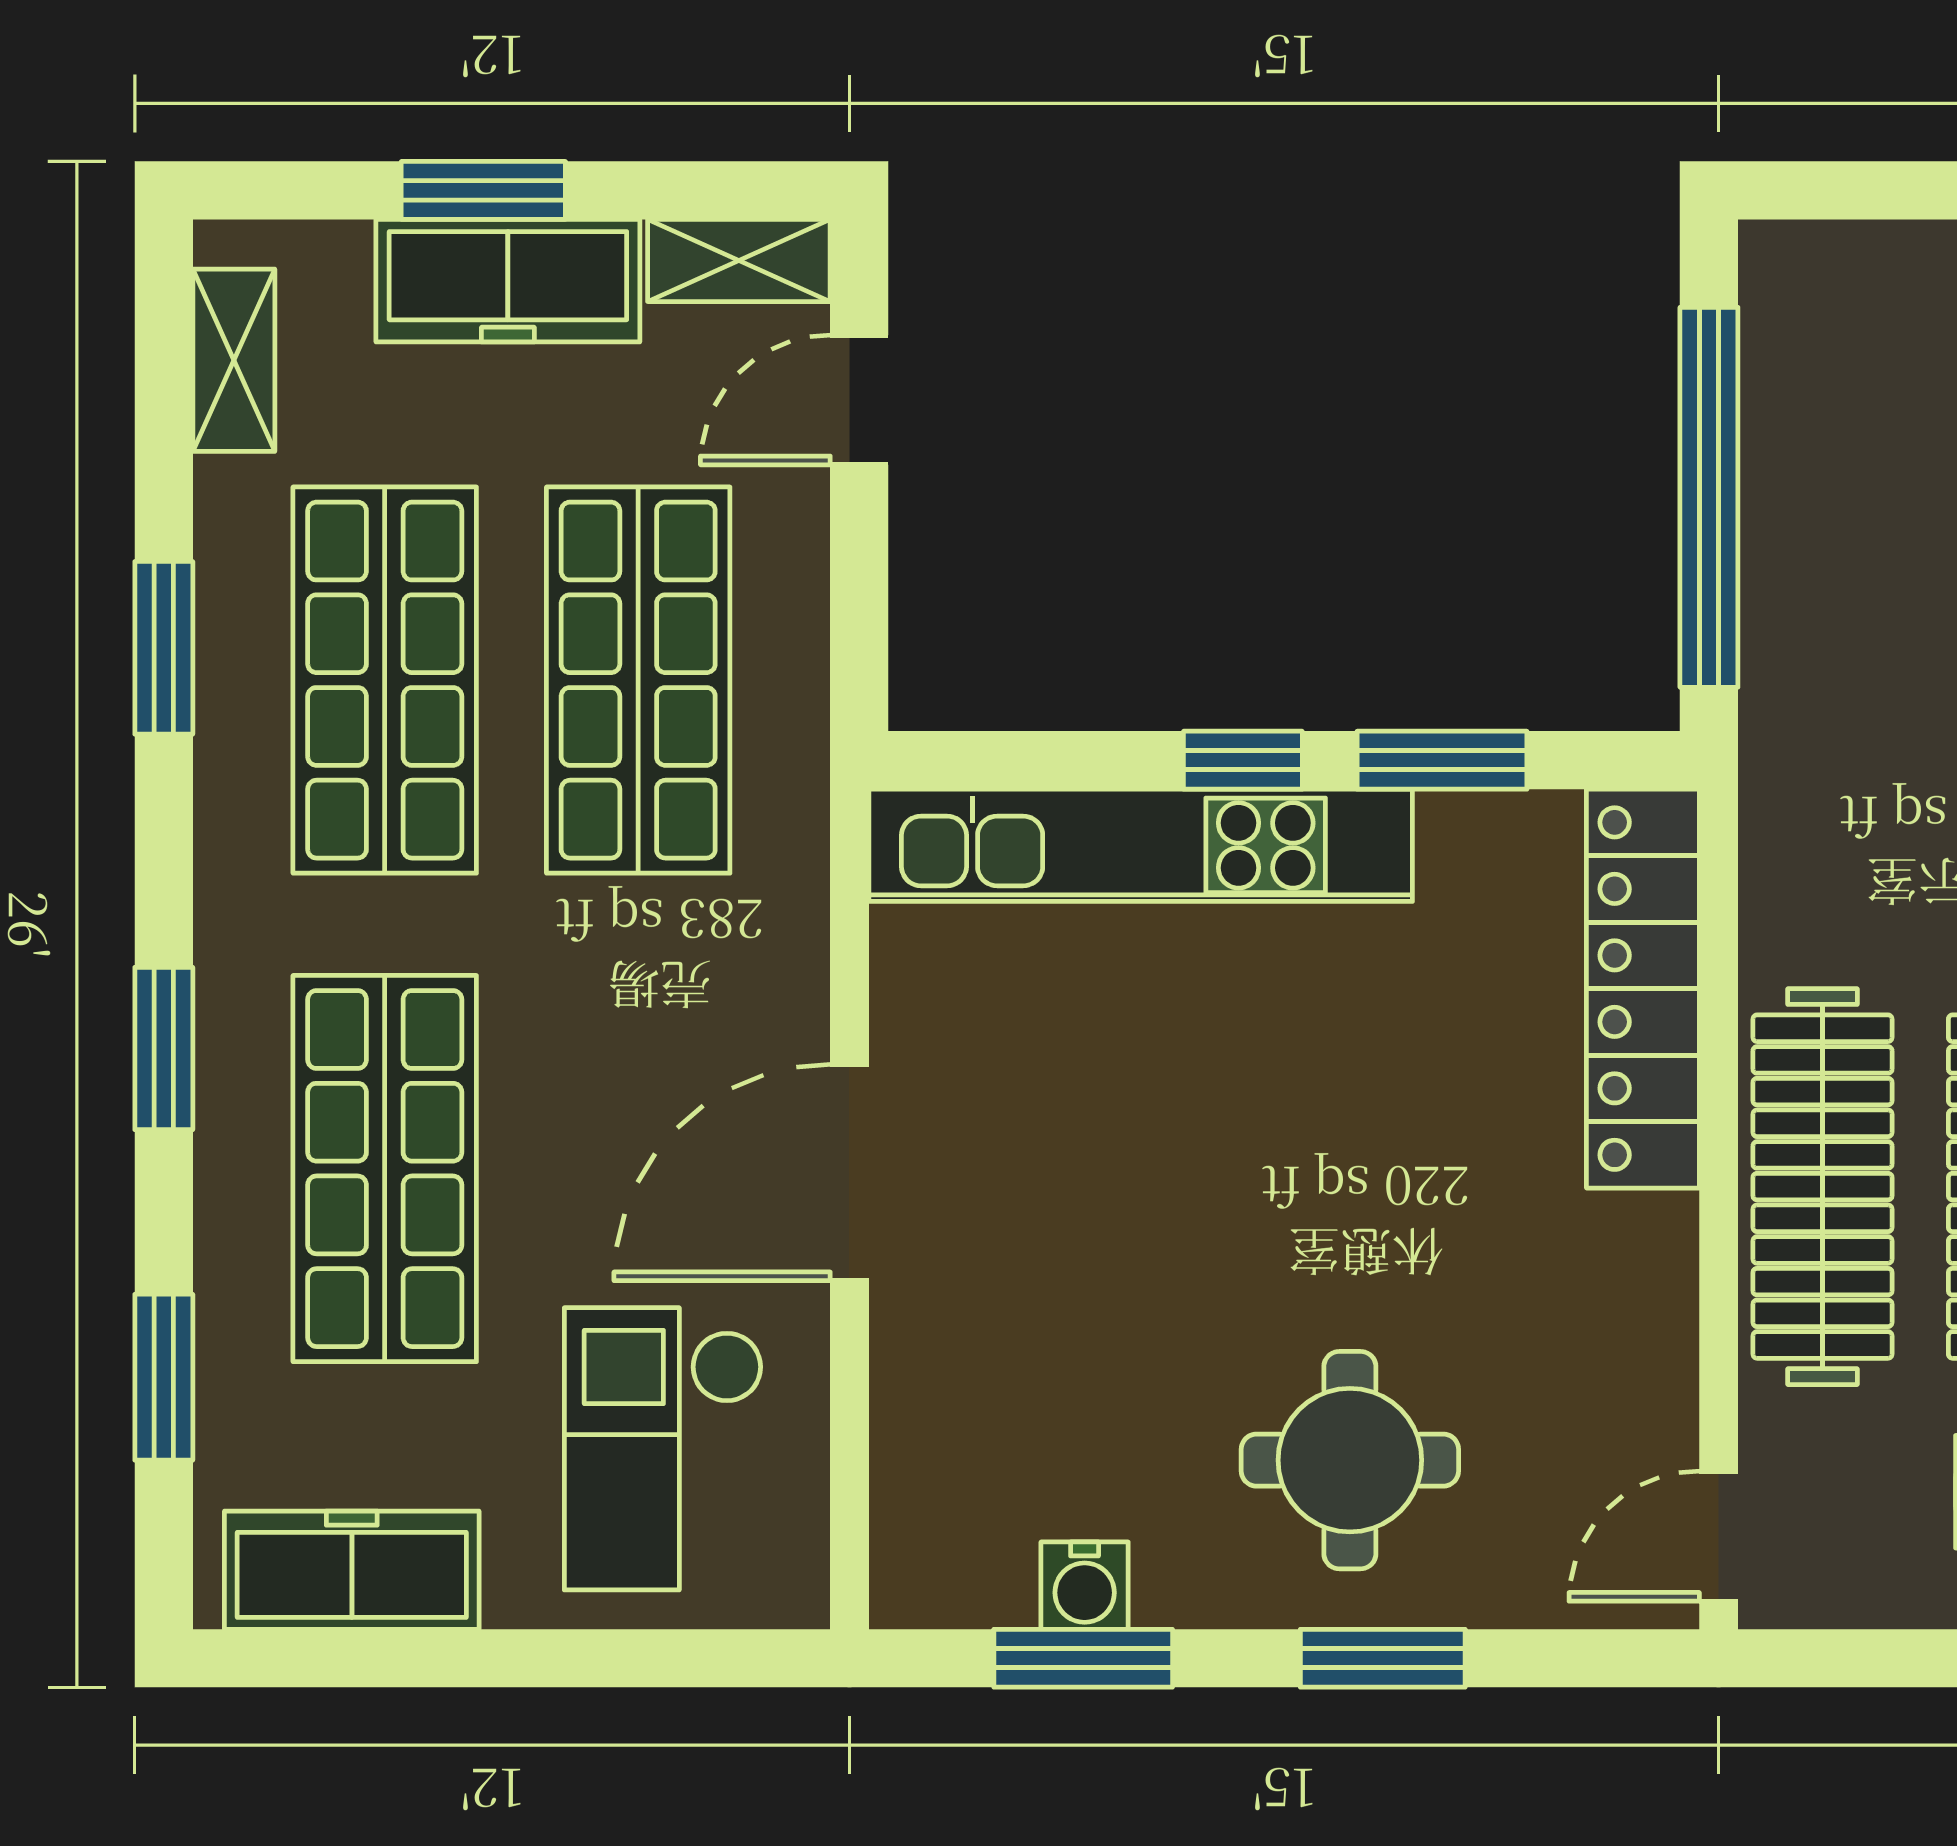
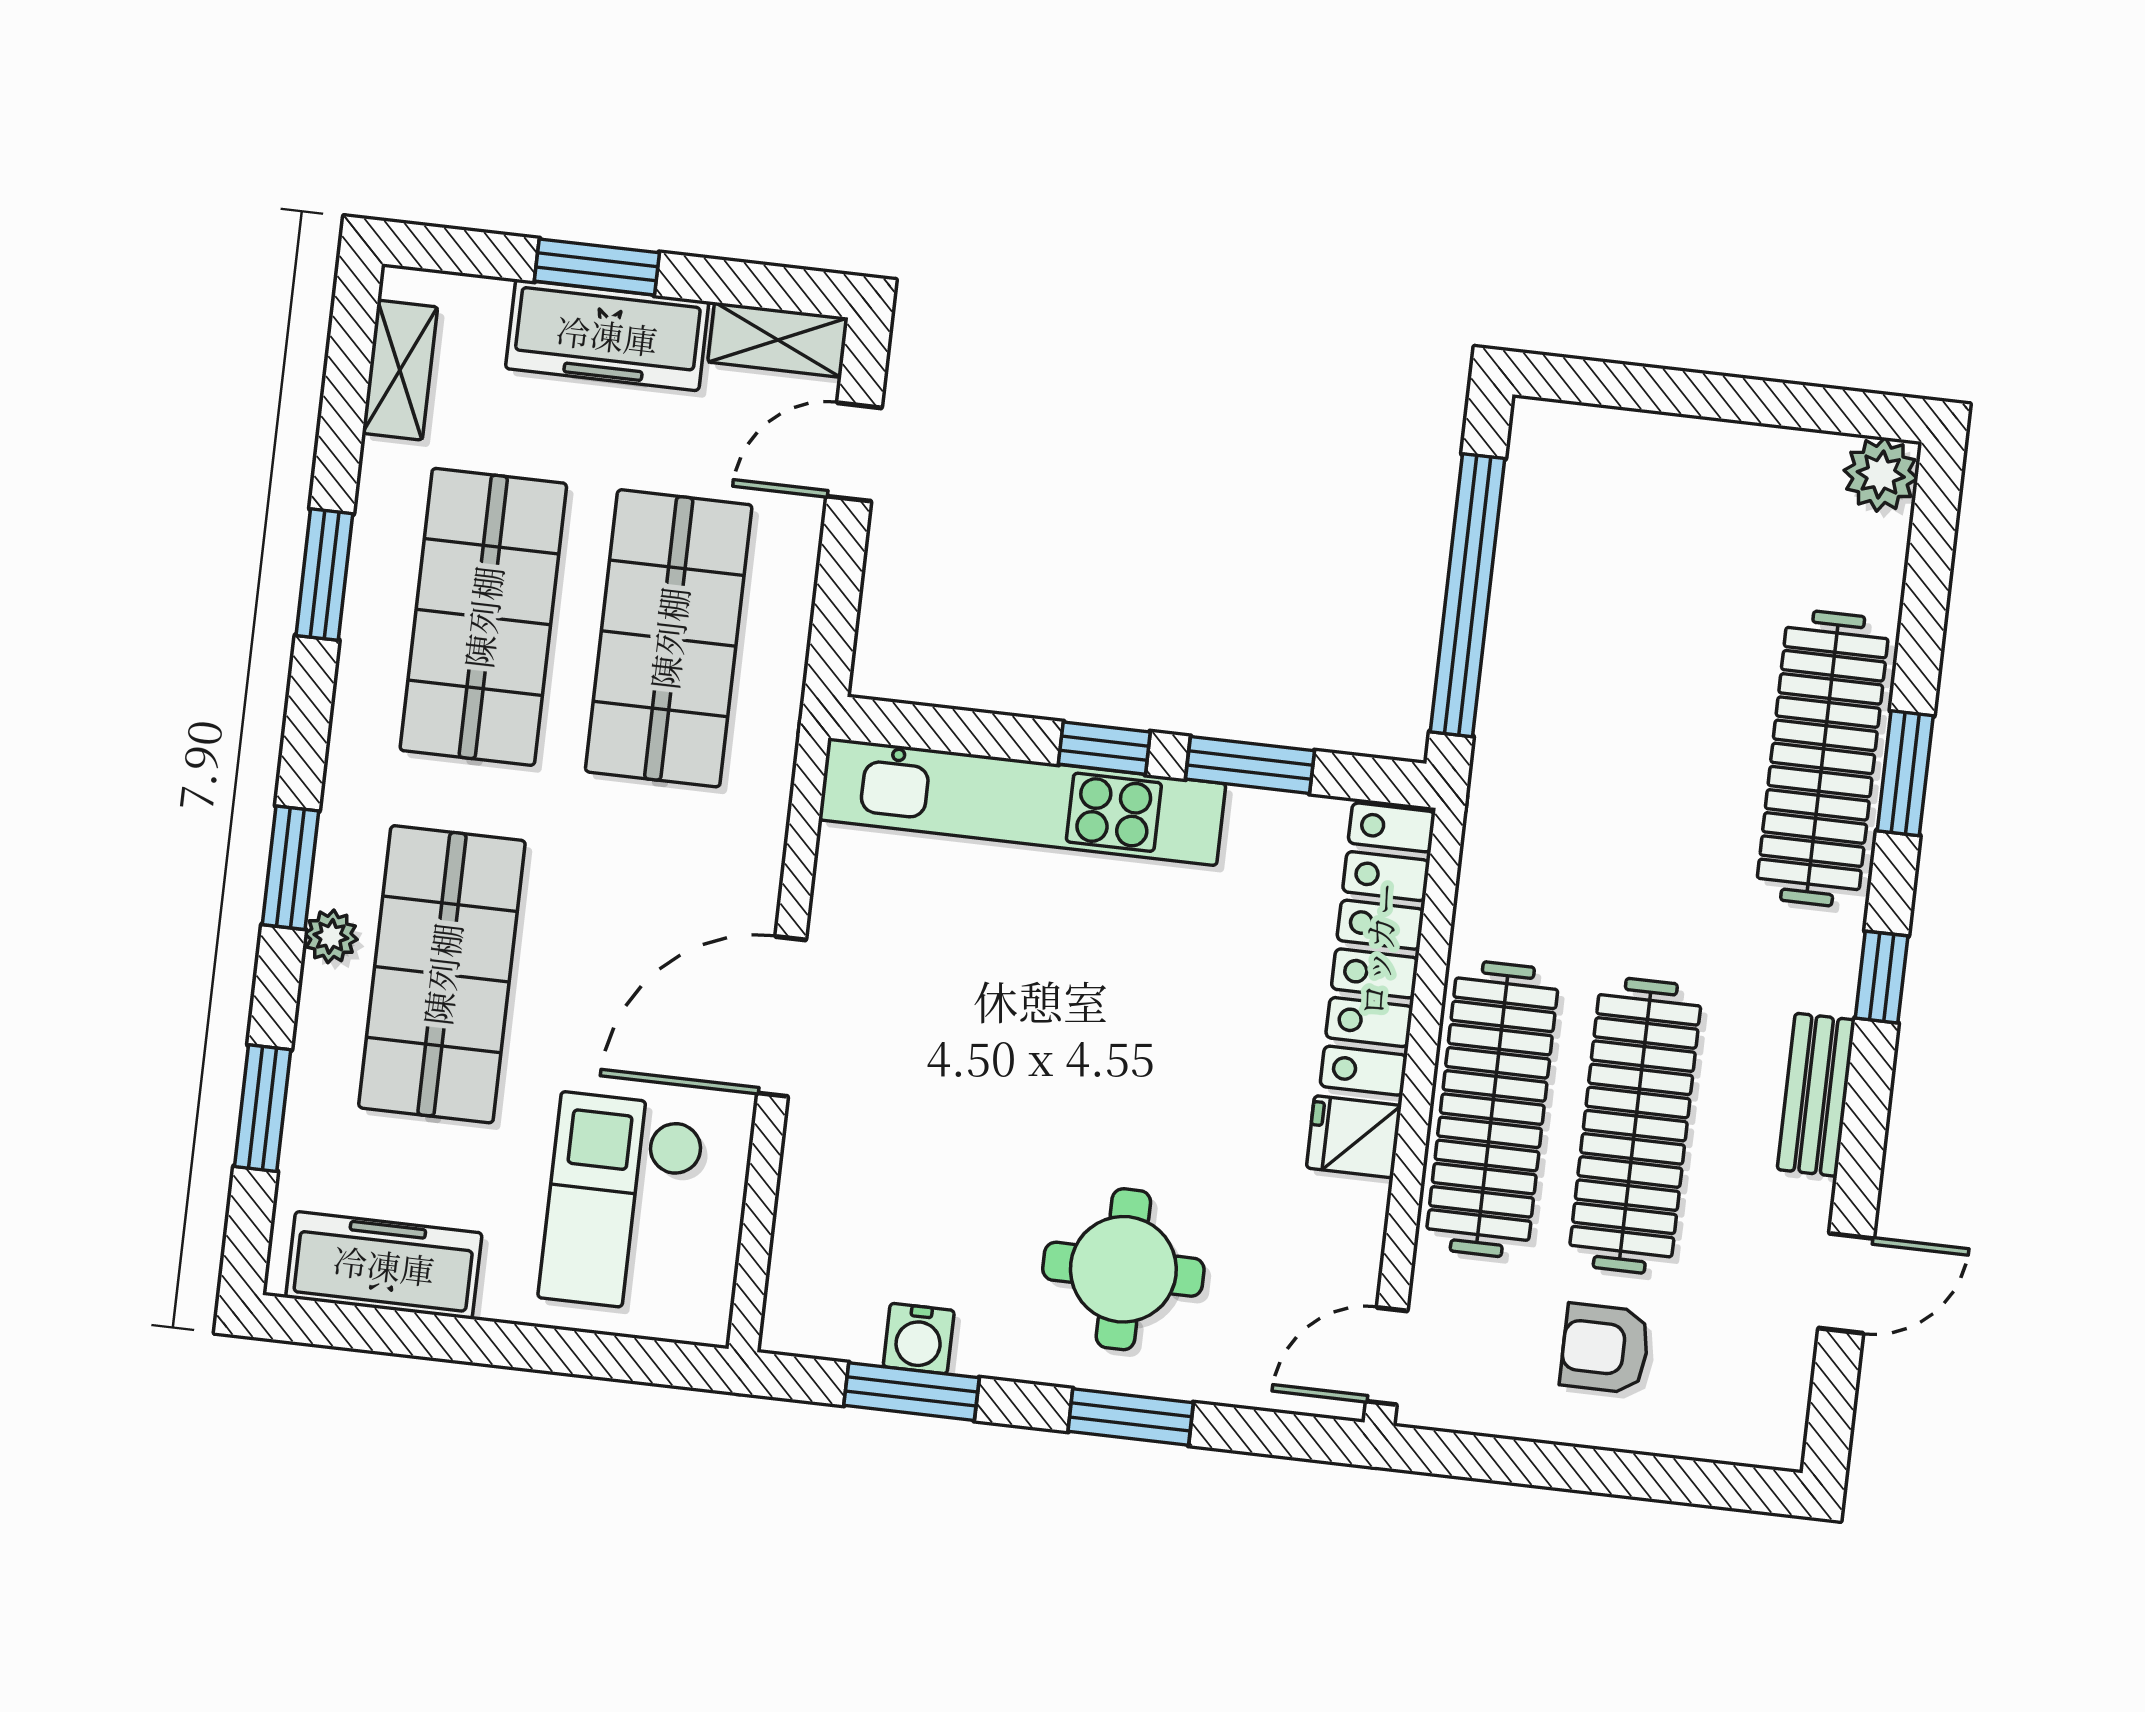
plant: (229, 1135) -> (331, 936), added
fridge: (1640, 1245) -> (1354, 1137), added

